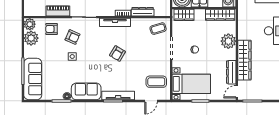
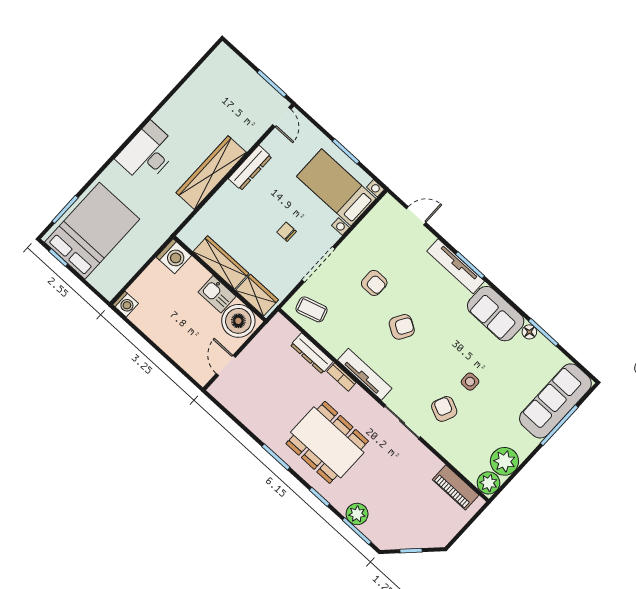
piano: (58, 11) -> (456, 487), moved
wardrobe: (220, 15) -> (221, 262), moved
armchair: (52, 29) -> (374, 283), moved
plant: (228, 41) -> (228, 200), removed
wardrobe: (244, 60) -> (211, 173), moved
dresser: (231, 72) -> (250, 168), moved
coffee table: (156, 82) -> (383, 236), removed
door: (237, 92) -> (282, 117), hinge flipped

